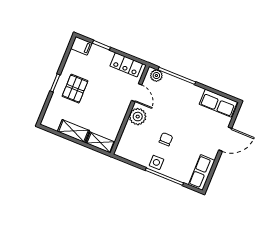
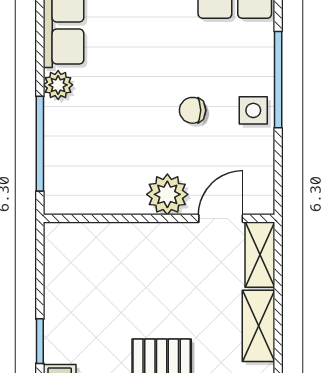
locker: (126, 65) -> (61, 267), removed
plant: (156, 76) -> (58, 85), moved
door: (137, 93) -> (221, 218), moved

